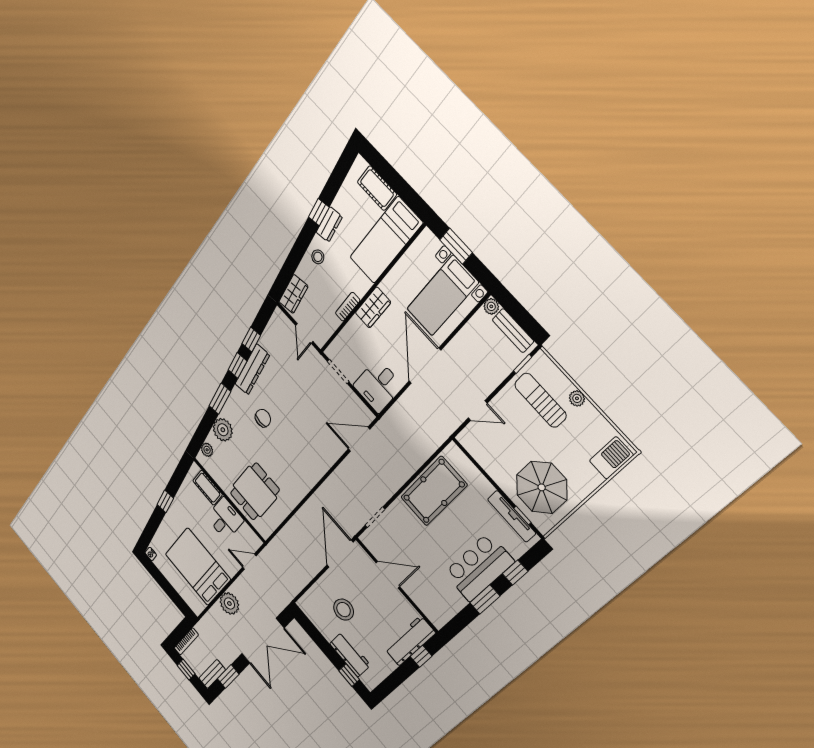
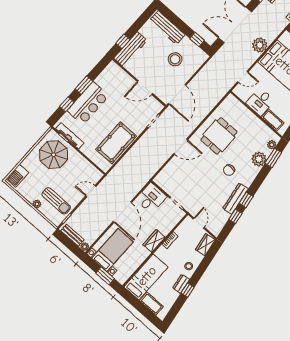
window: (220, 399) -> (273, 158), moved
door: (359, 439) -> (181, 147), moved
dining table: (255, 491) -> (219, 136), moved
workbench: (350, 654) -> (167, 28), width x1.37
window: (349, 675) -> (197, 39), moved

